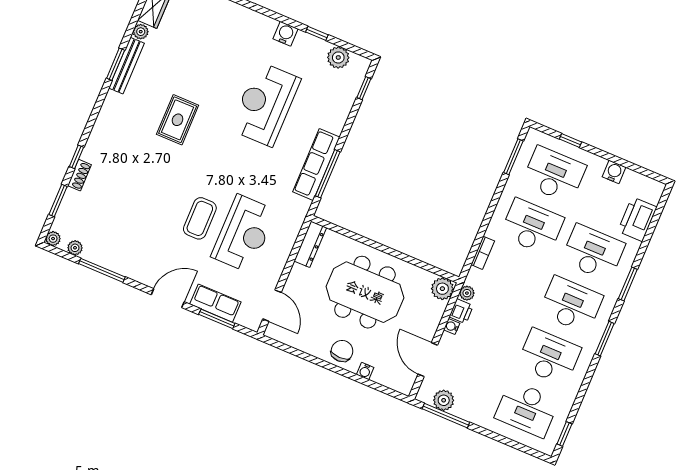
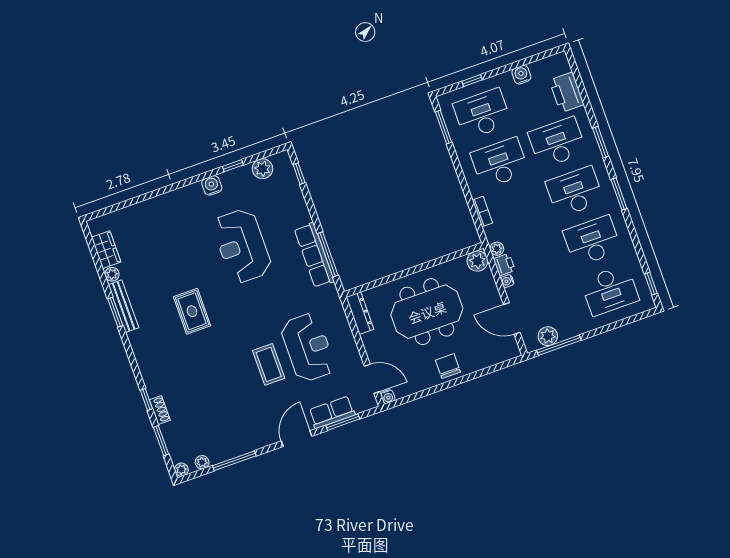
water cooler: (365, 371) -> (388, 397), moved

